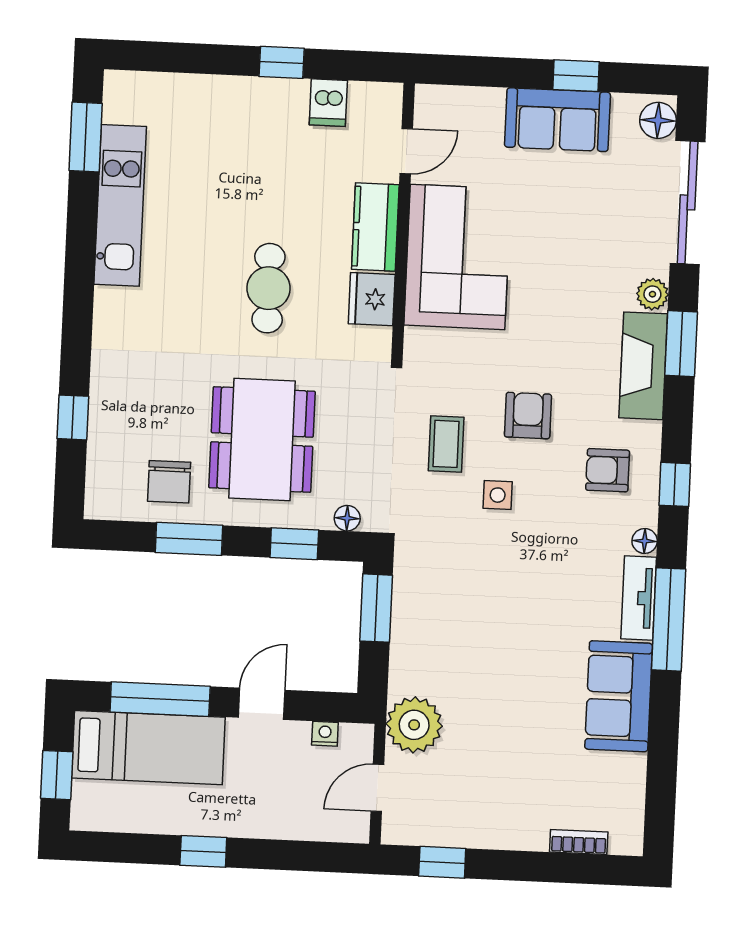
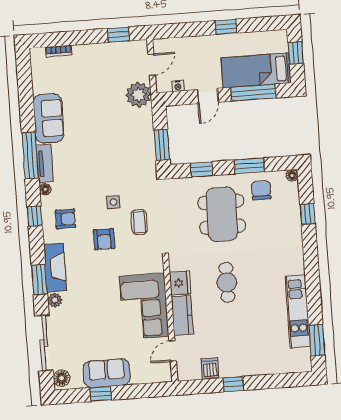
floor lamp: (347, 518) -> (292, 175), moved

